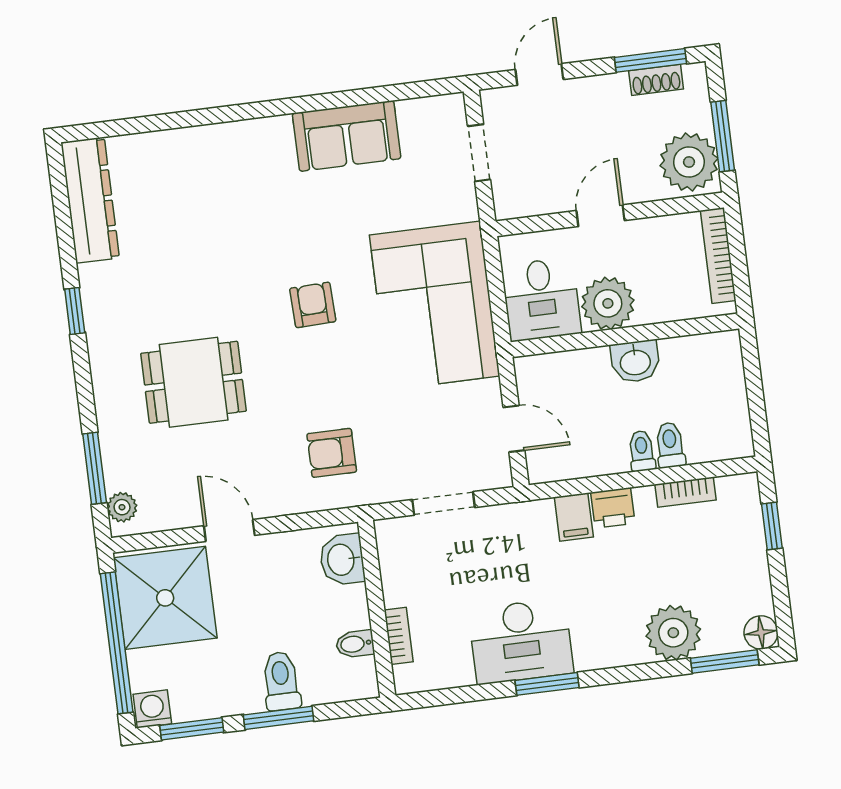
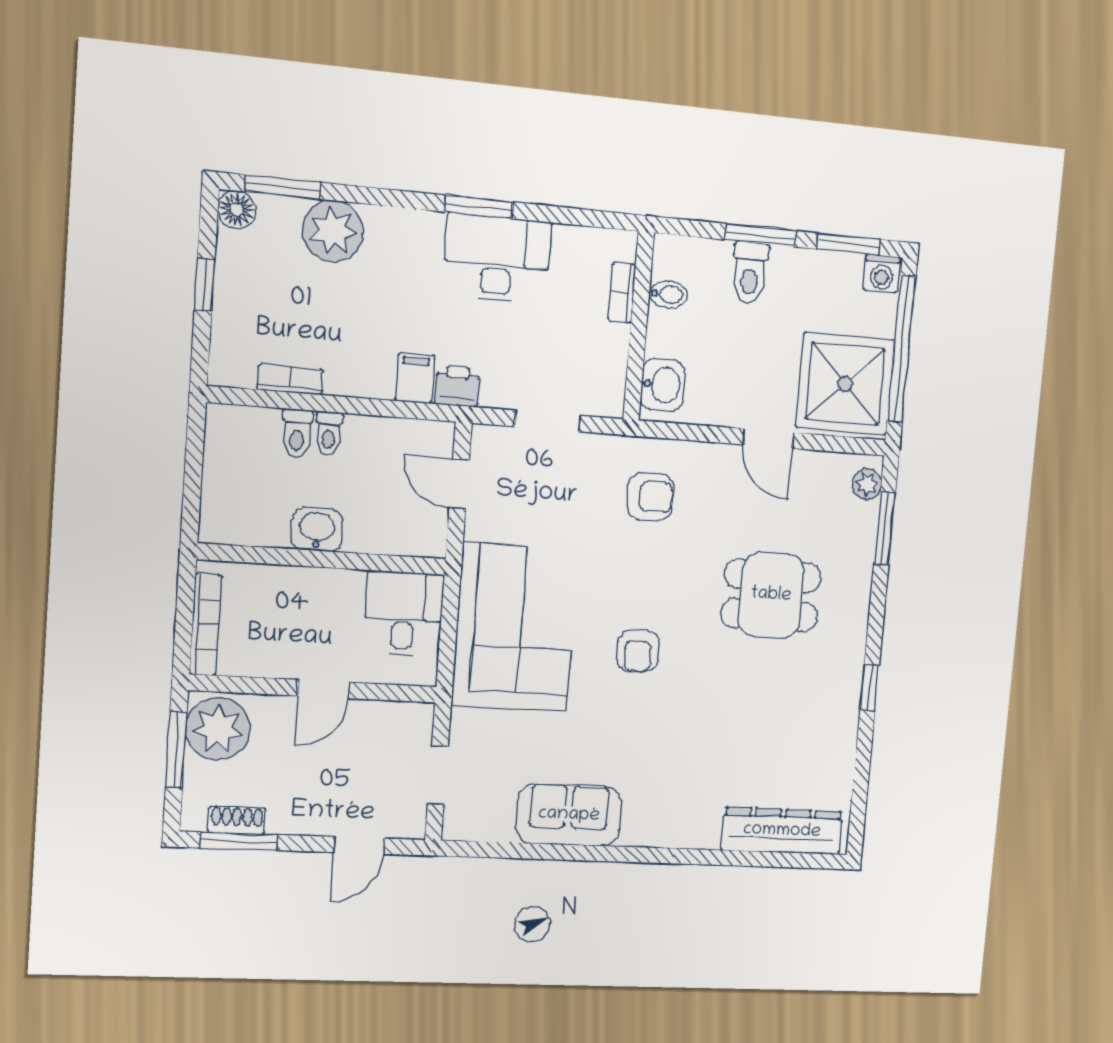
dresser: (90, 200) -> (782, 831), moved, turned 90
plant: (608, 303) -> (334, 596), removed
printer: (613, 508) -> (457, 386), moved
window: (772, 526) -> (205, 285), moved

